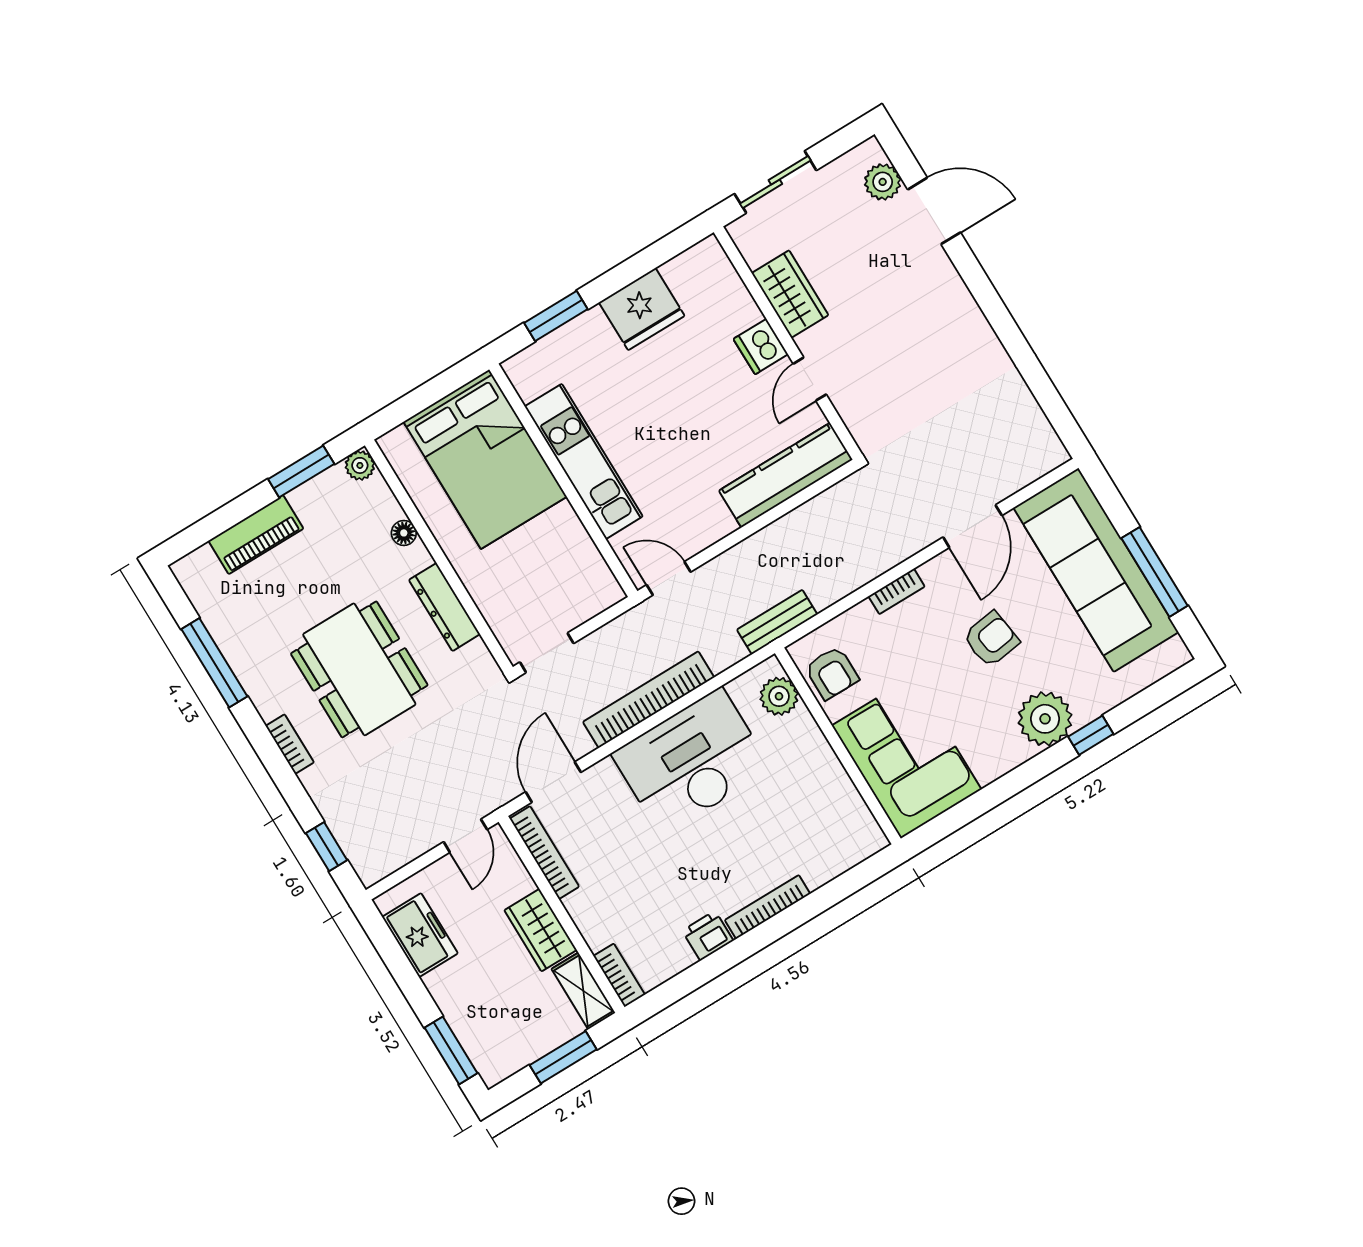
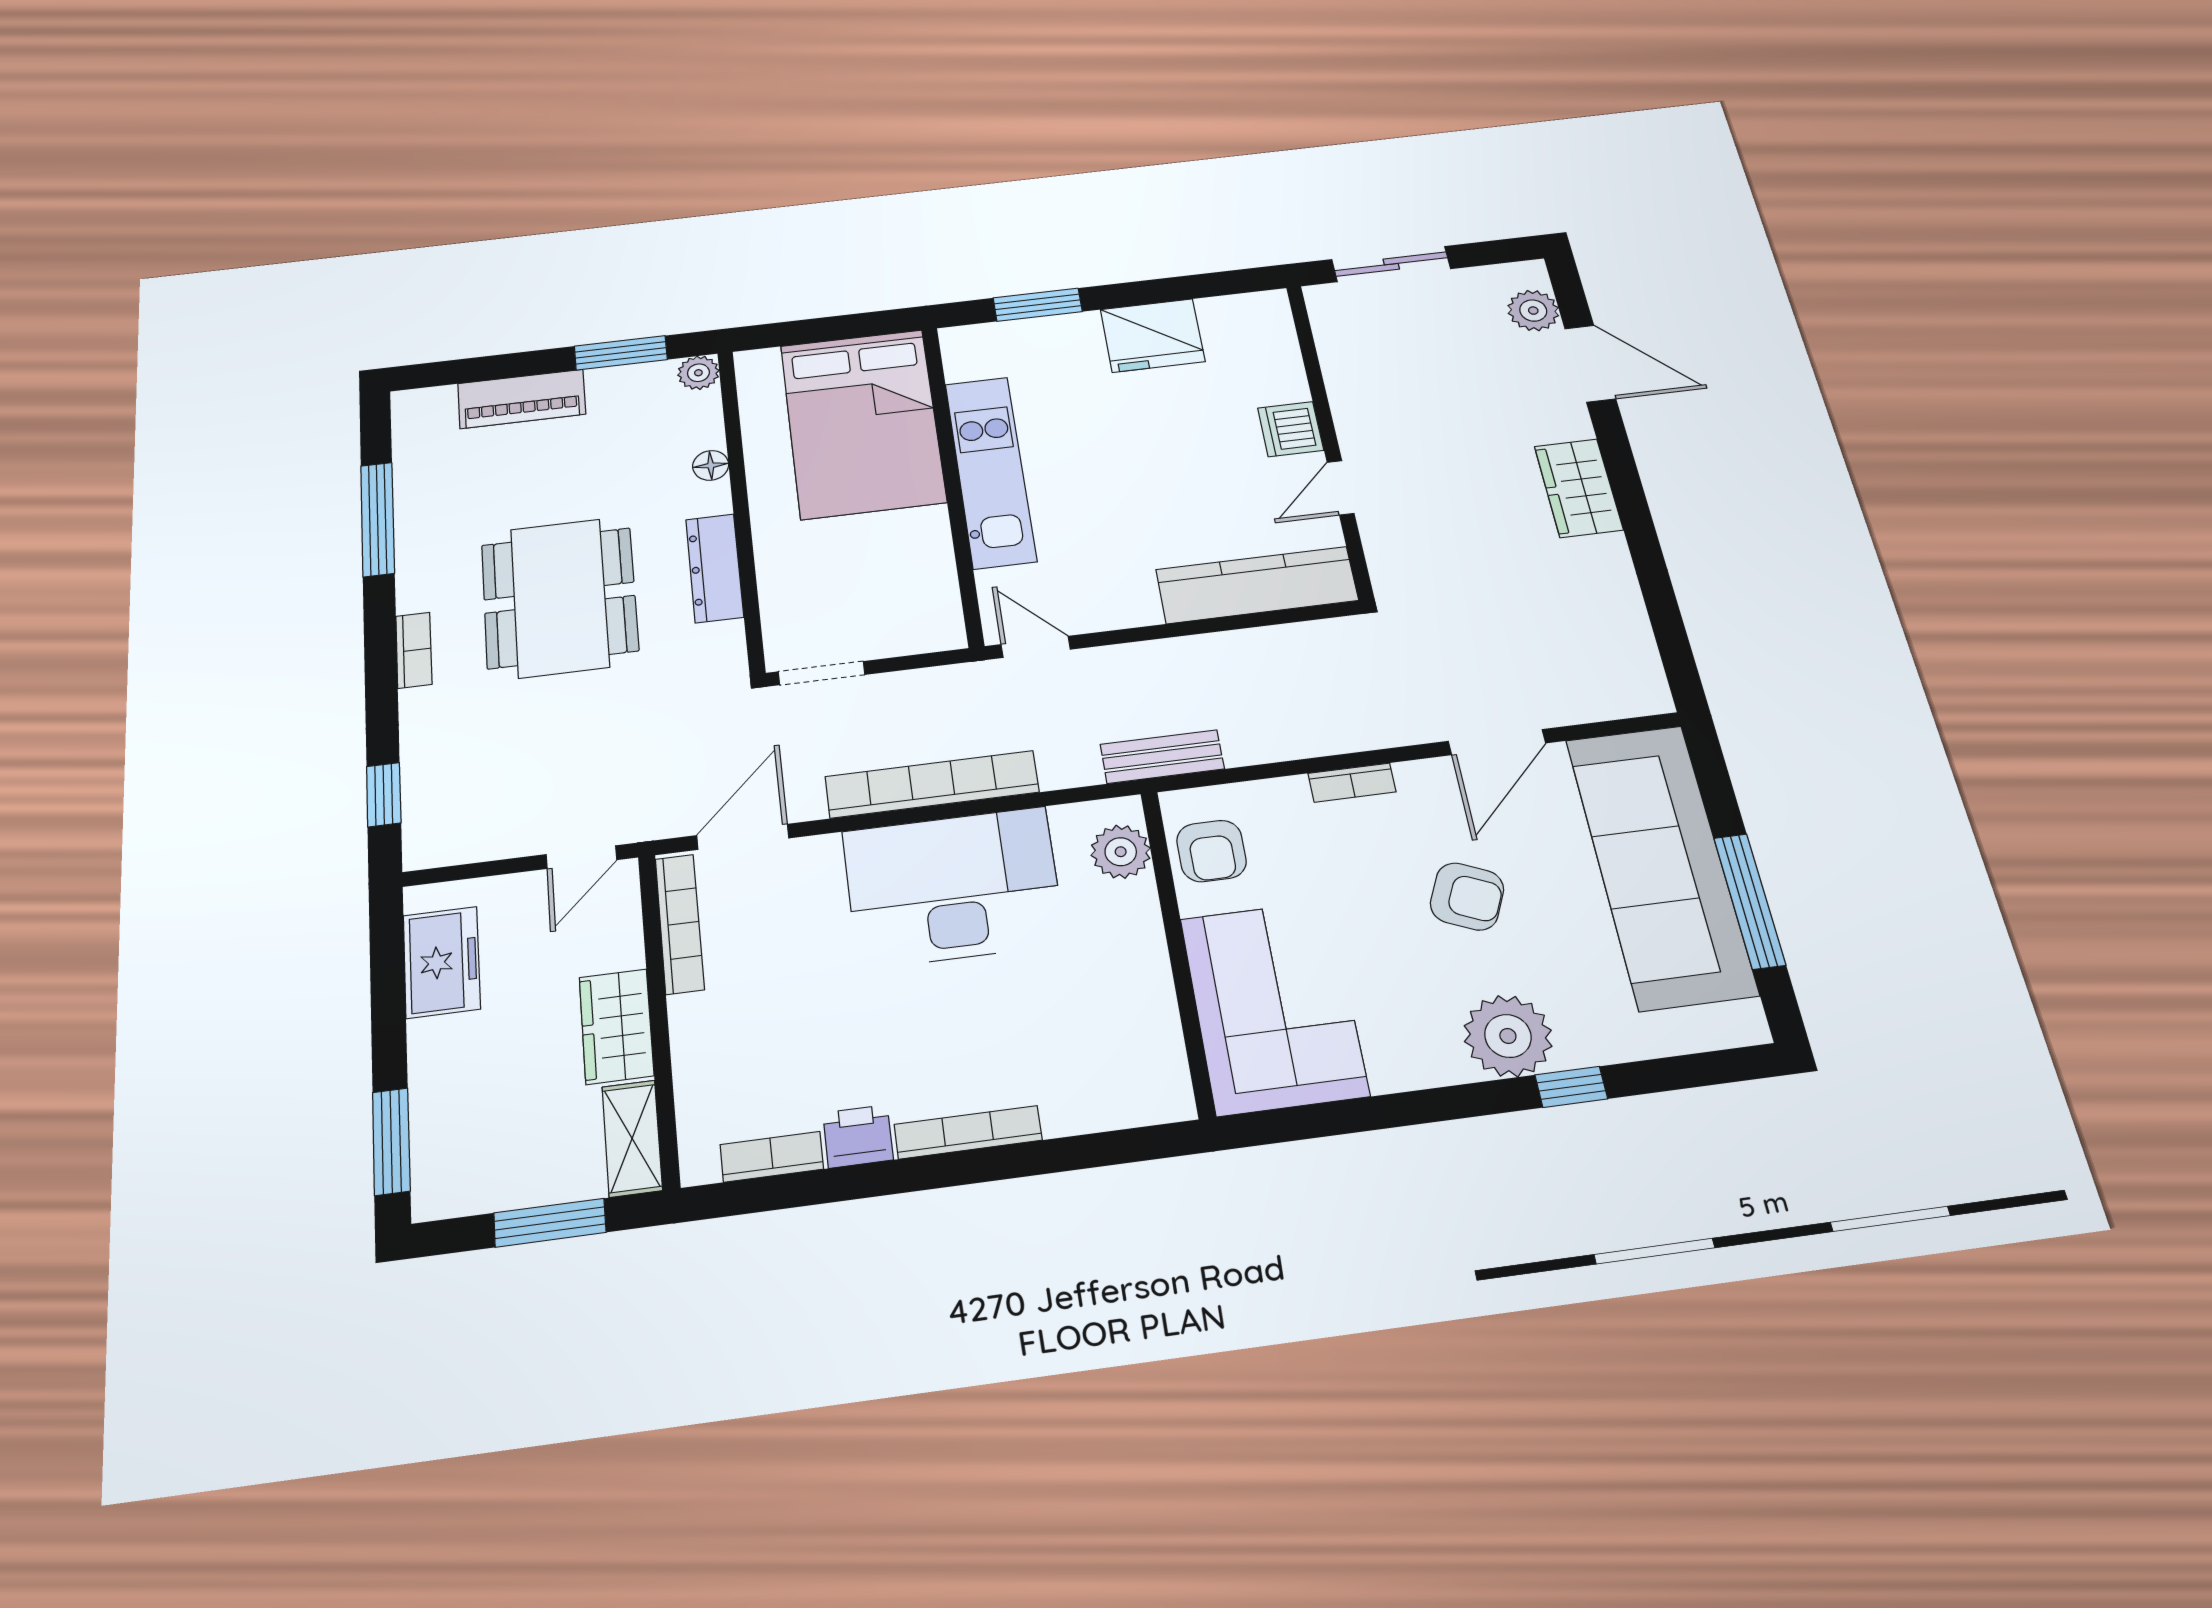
wardrobe: (790, 294) -> (1579, 488), moved, turned 180
armchair: (991, 639) -> (1467, 896), turned 32
bookcase: (619, 975) -> (772, 1157), moved, turned -90

